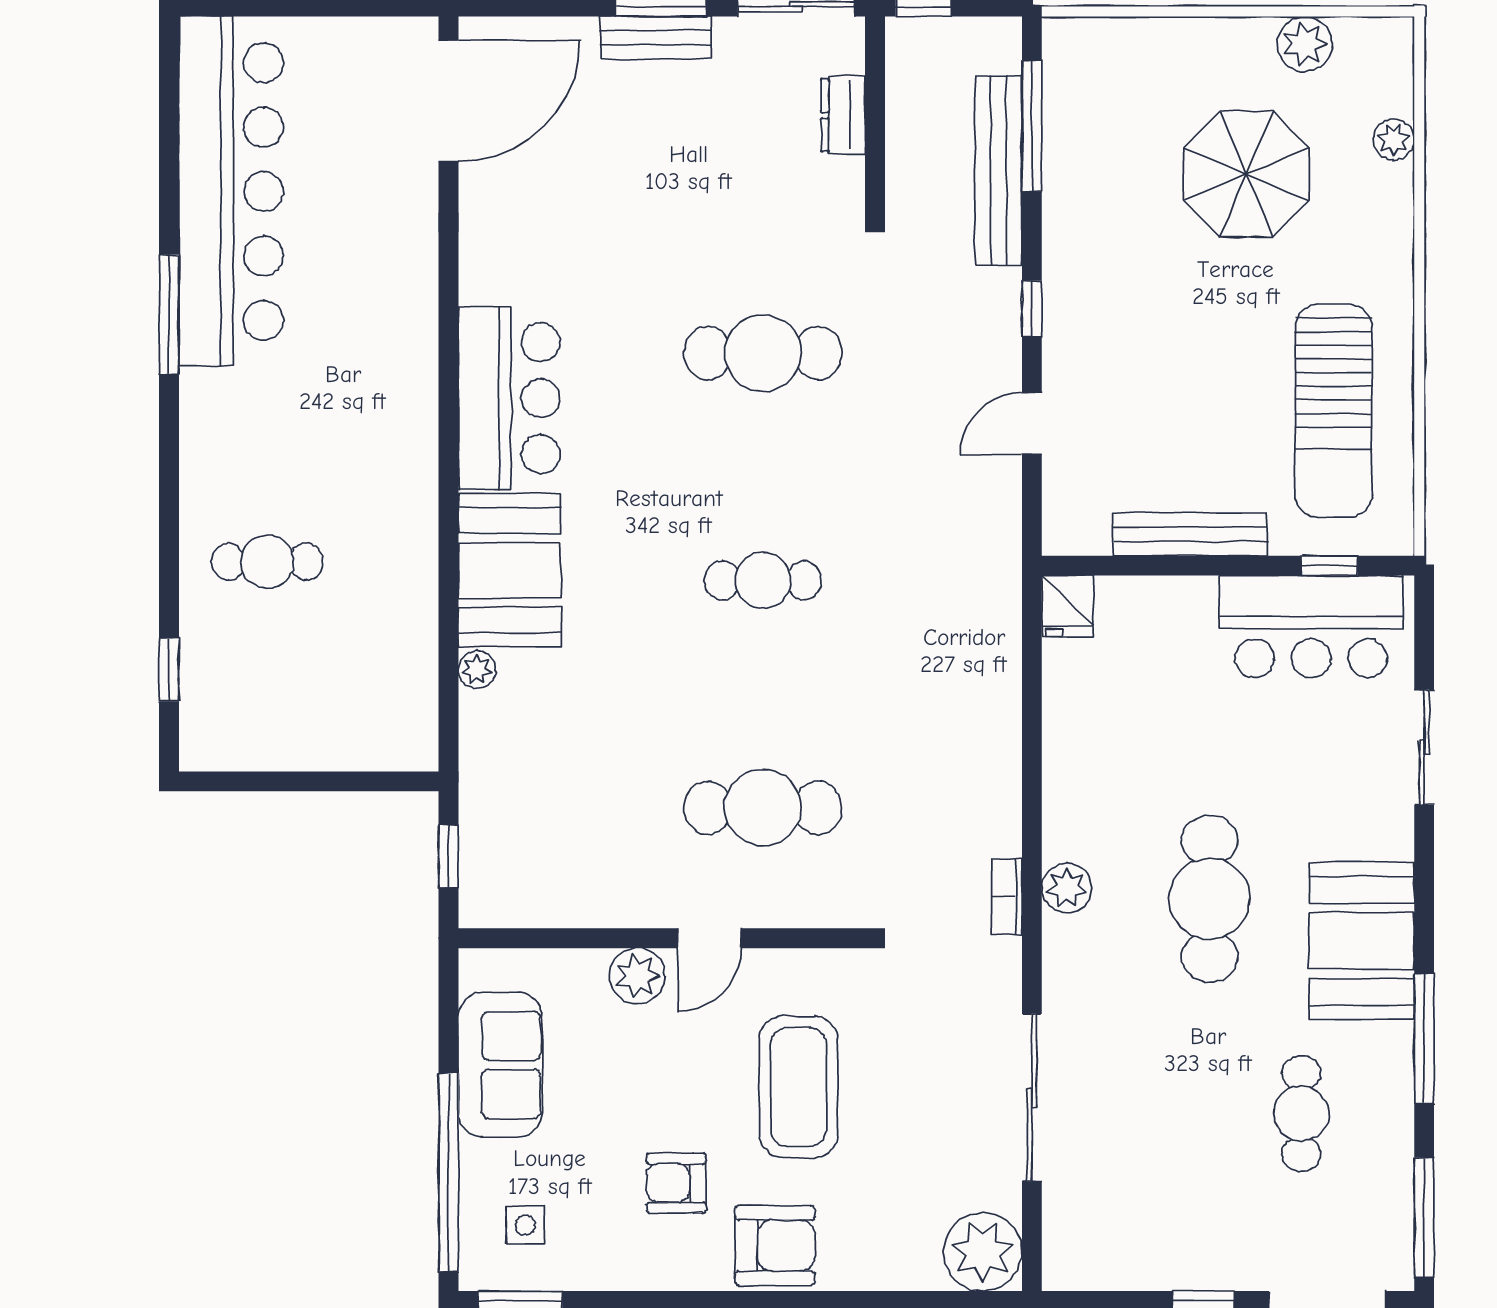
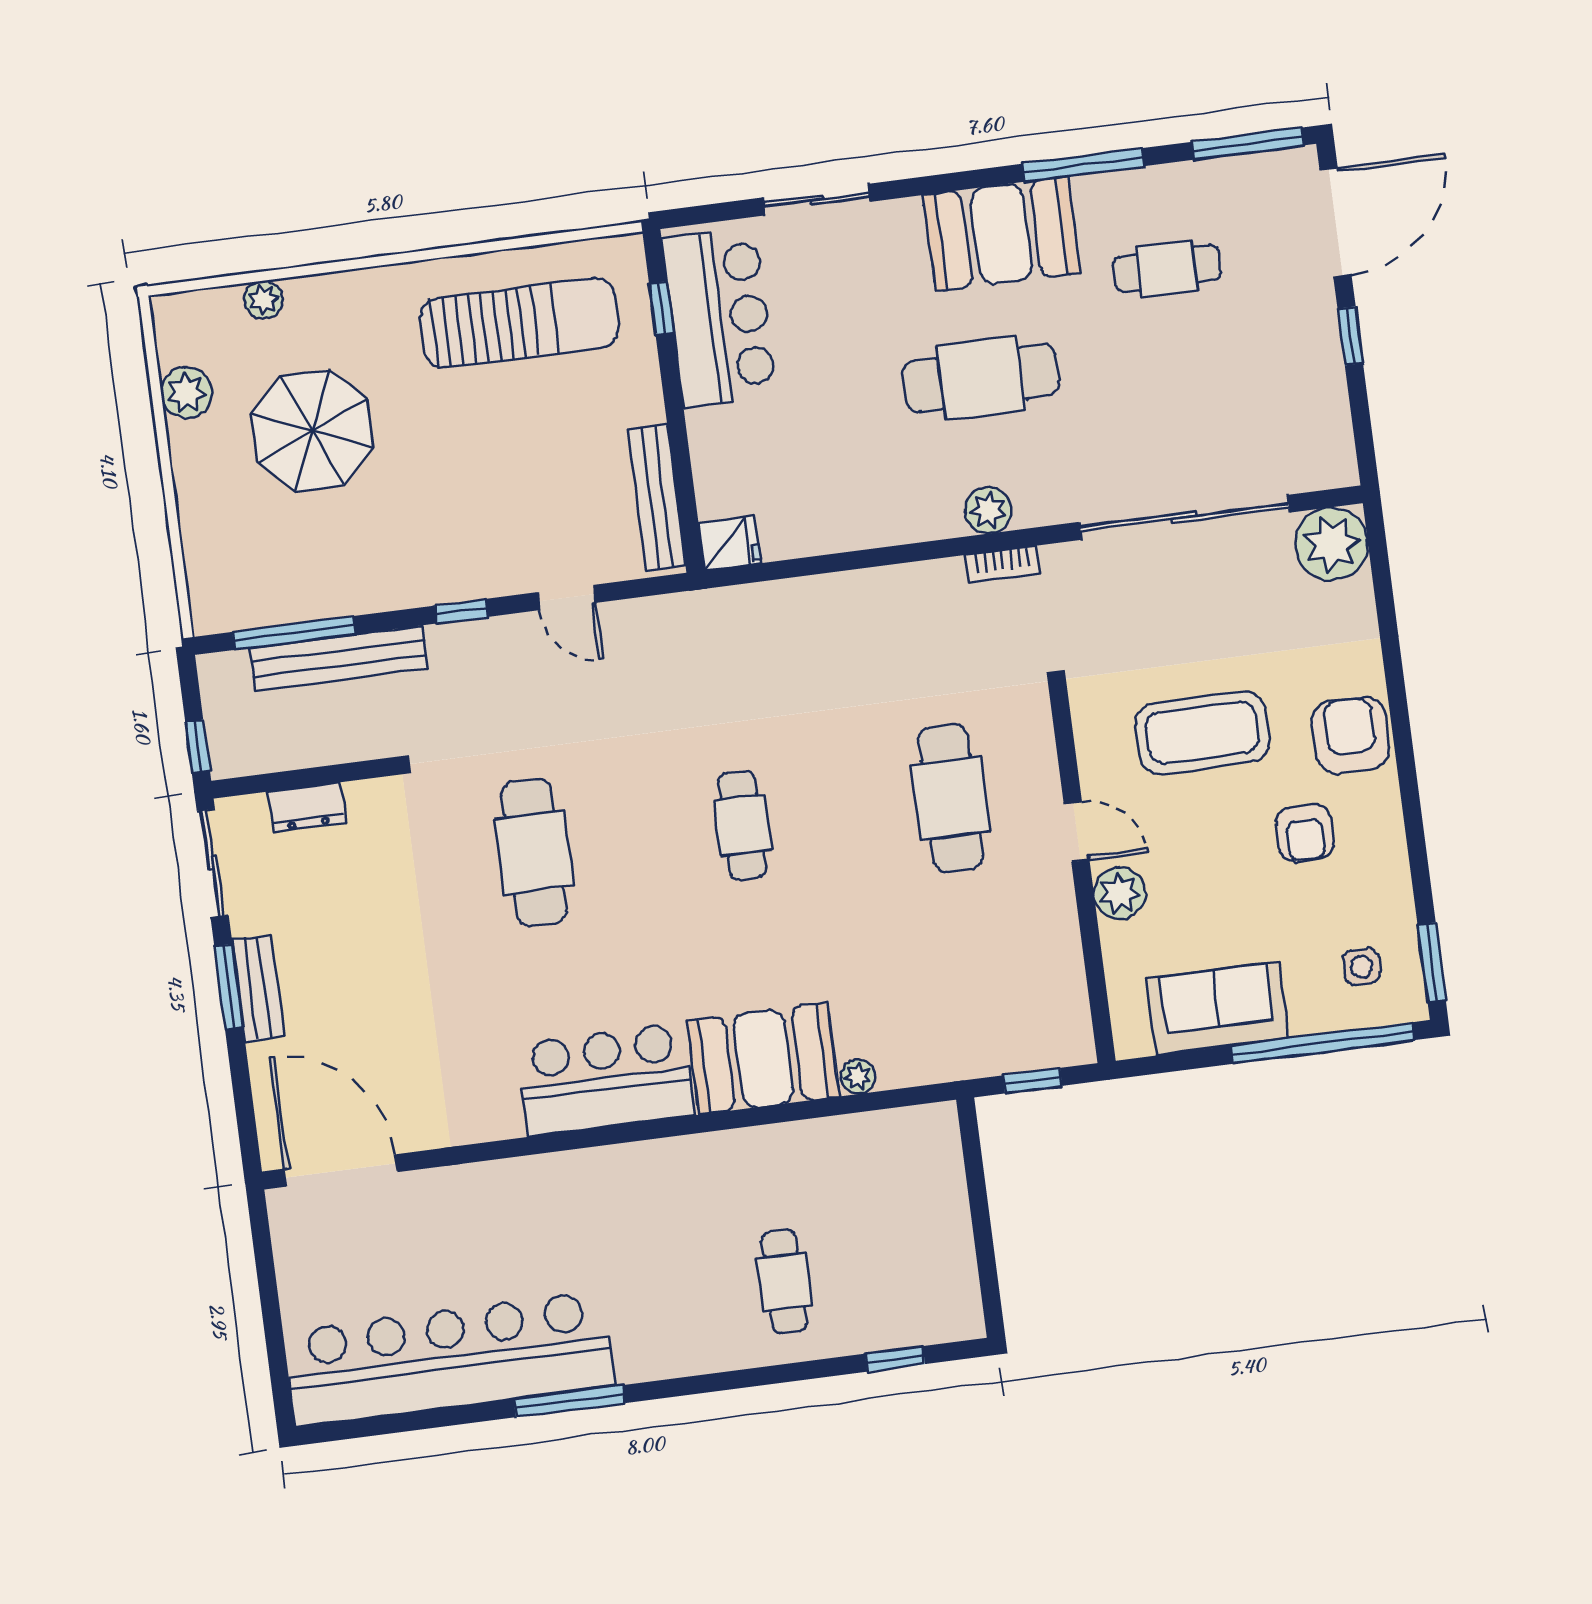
bench: (1190, 534) -> (657, 498), moved
sliding door: (1032, 1098) -> (1184, 517), width x1.36

